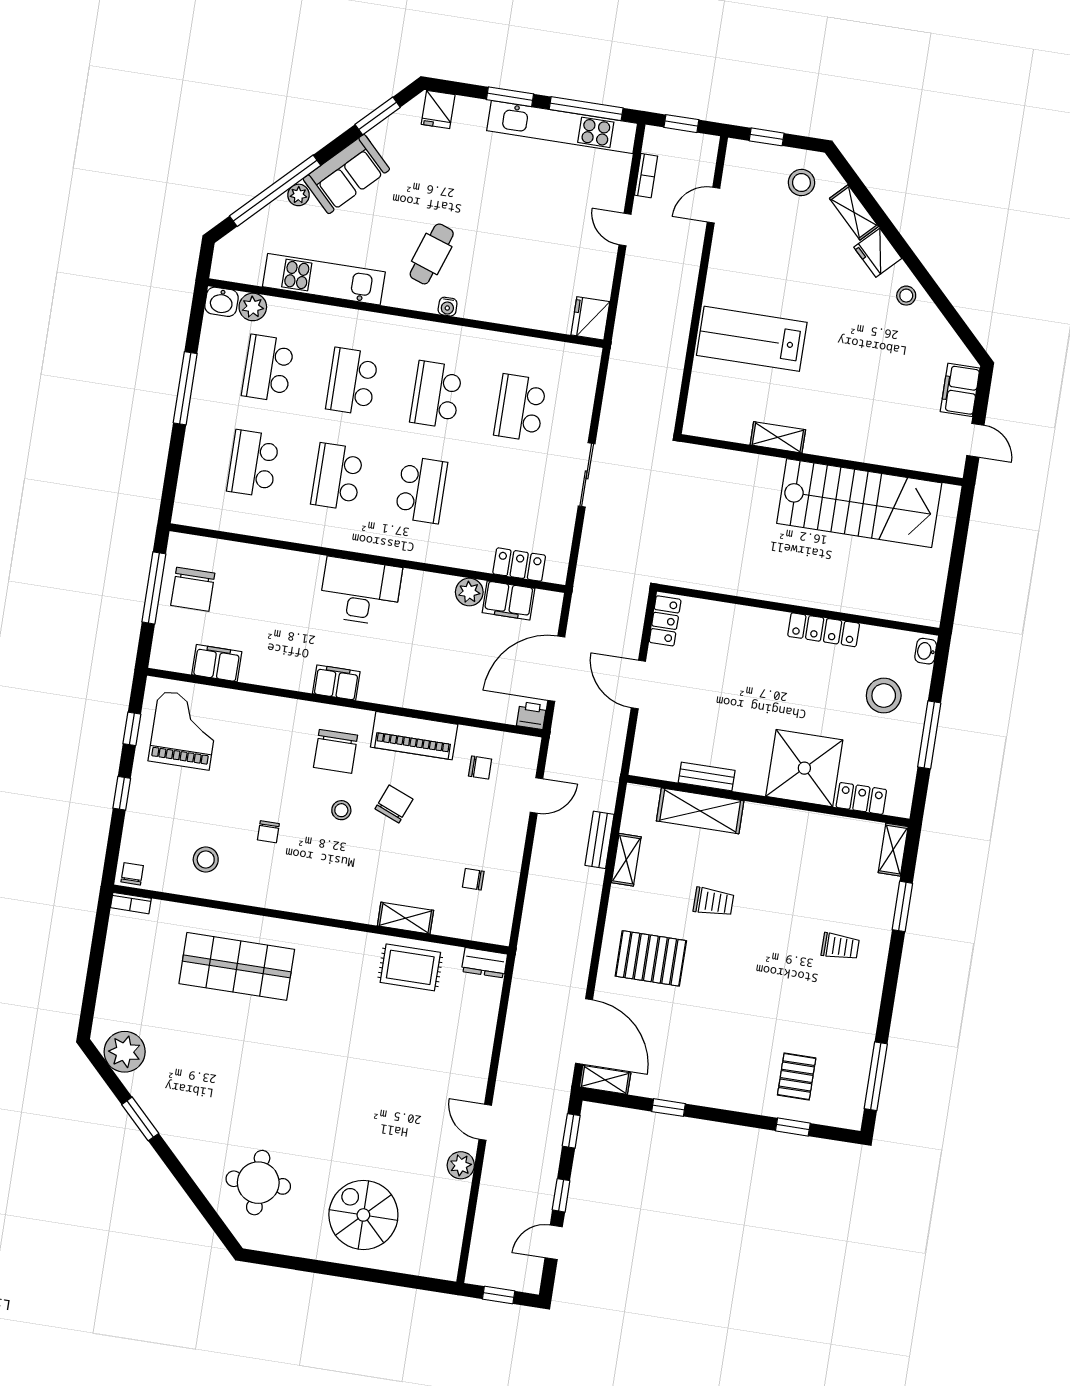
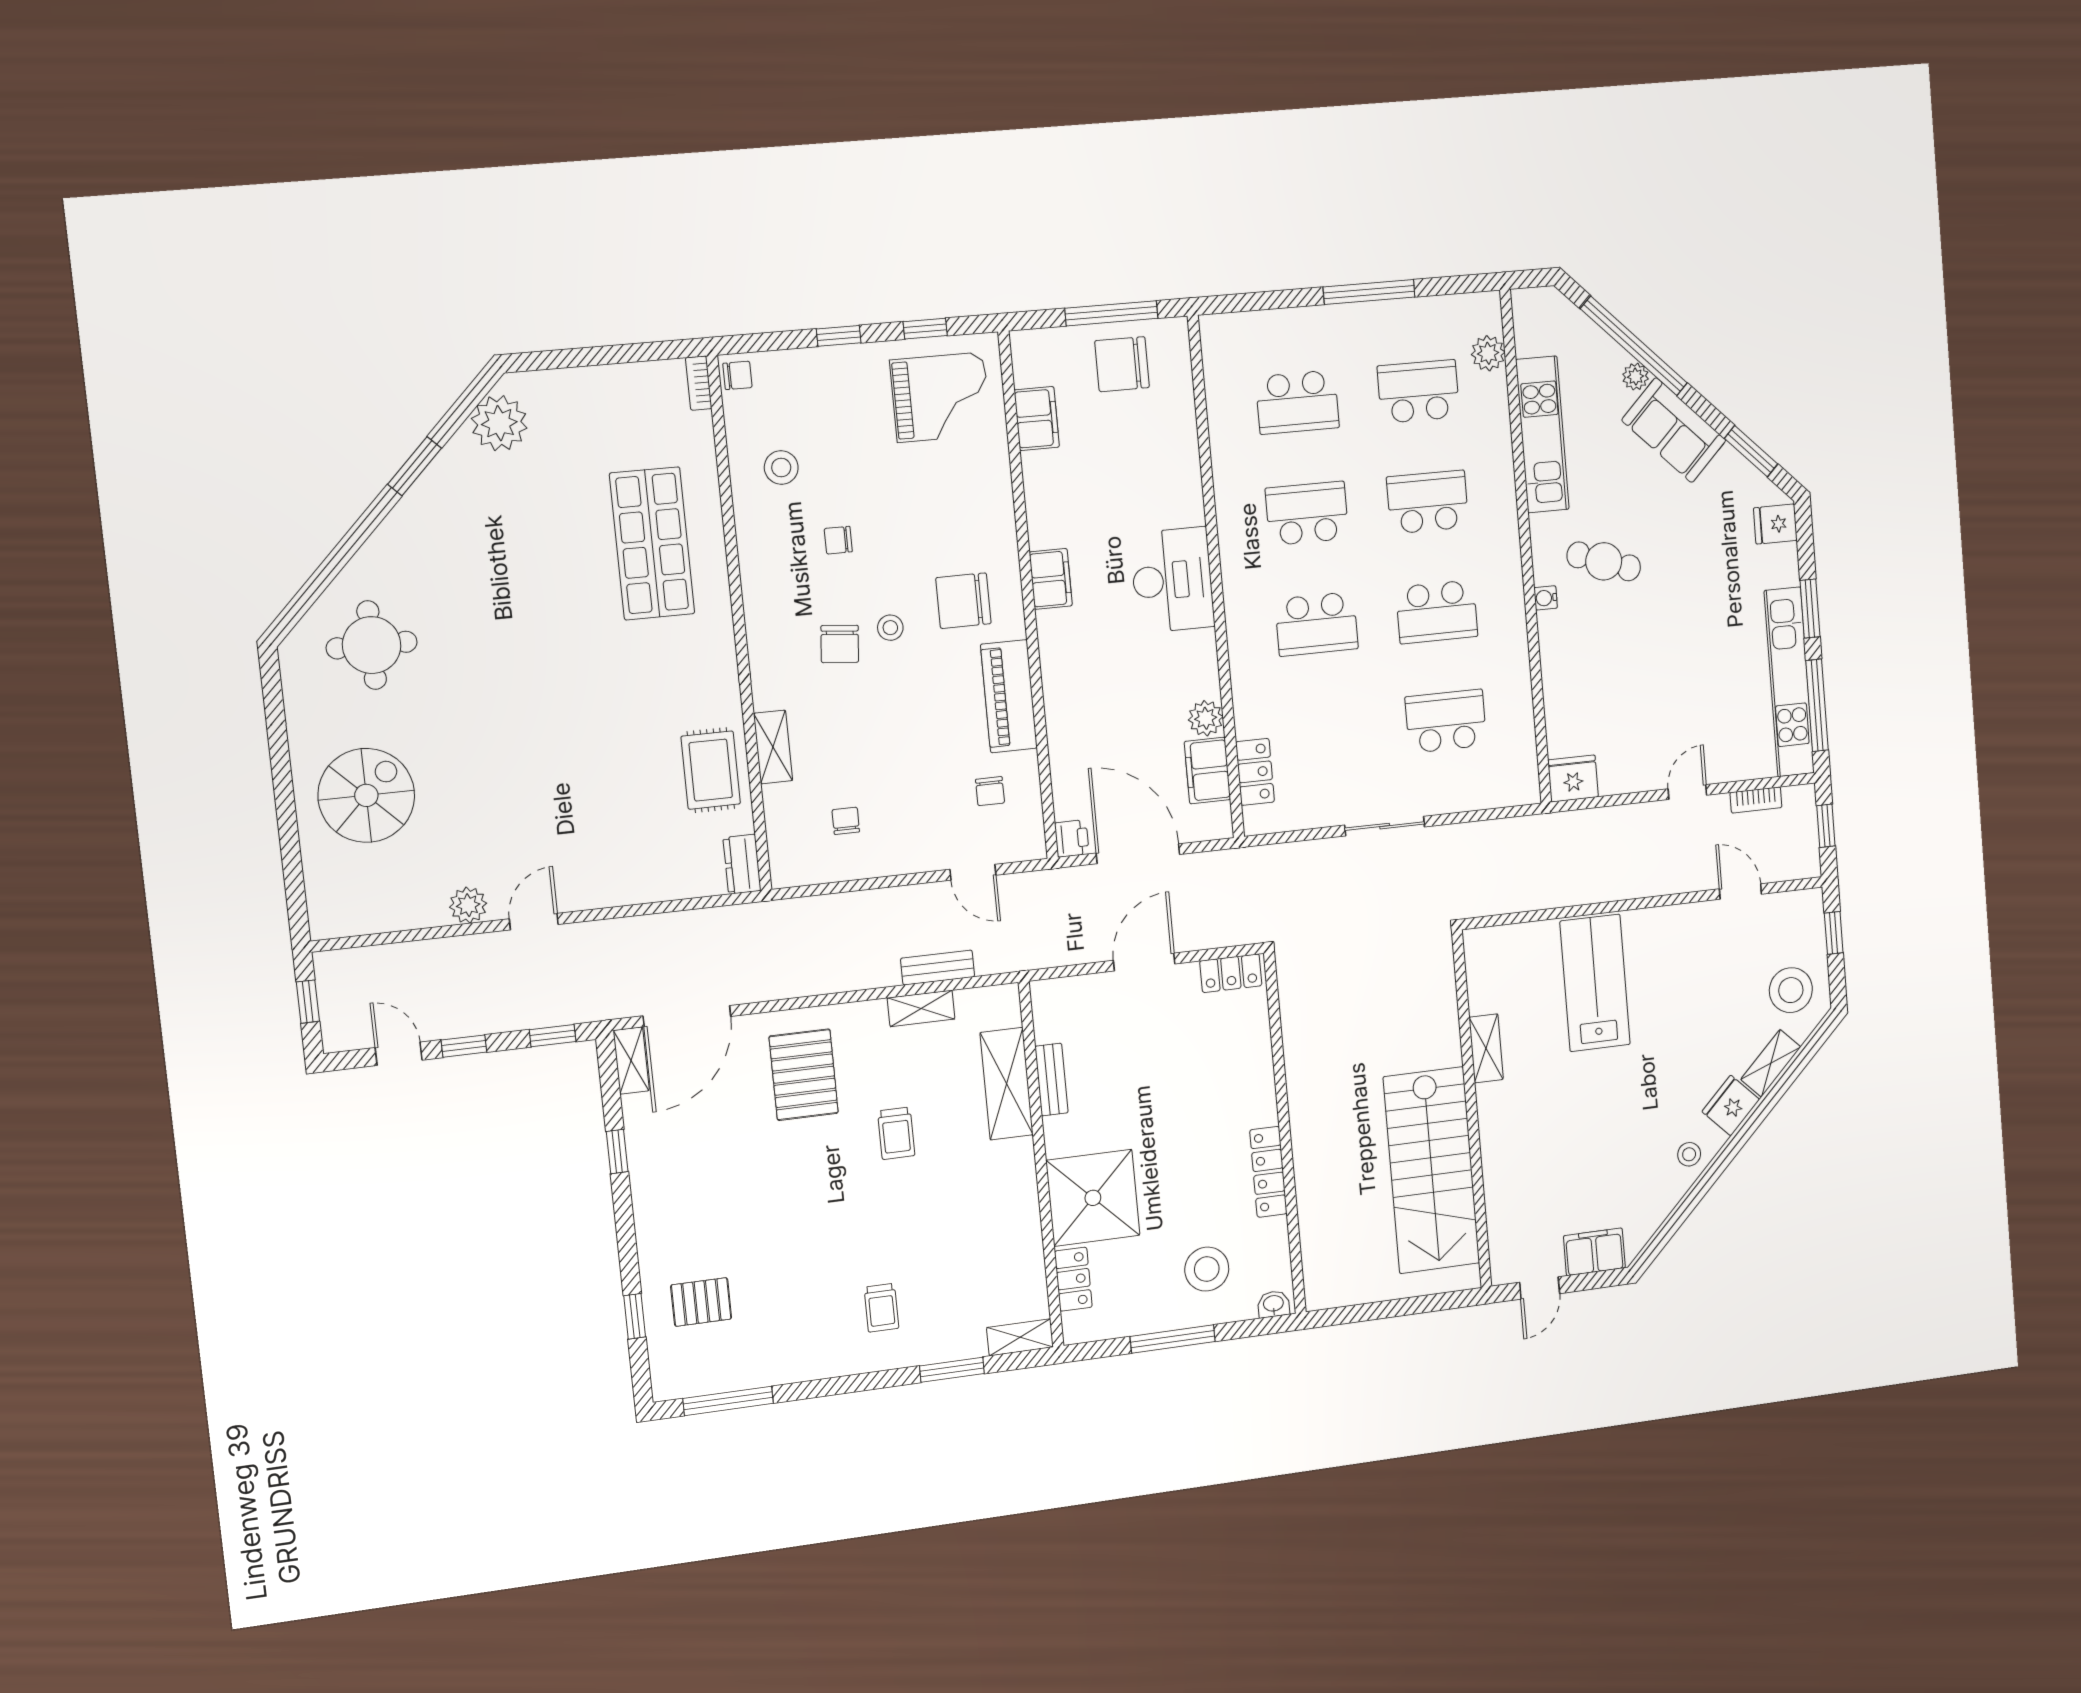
stool: (801, 182) -> (1791, 990), width x1.38, depth x1.38
washbasin: (221, 302) -> (1485, 312), removed
school desk: (436, 395) -> (1437, 612), turned 180
school desk: (253, 463) -> (1297, 402), turned 180
chair: (394, 804) -> (840, 644), moved, turned 73

